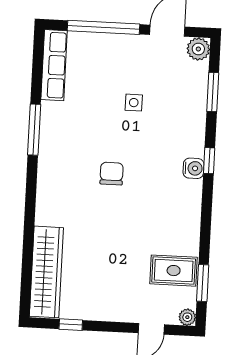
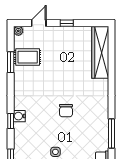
window: (203, 283) -> (11, 62), moved
window: (71, 325) -> (67, 23), moved

